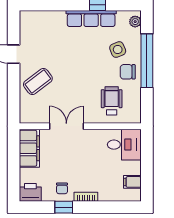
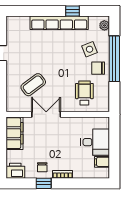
row of seats: (91, 18) -> (59, 23), width x1.36
coffee table: (38, 82) -> (33, 85), moved
desk: (124, 145) -> (95, 142), moved

